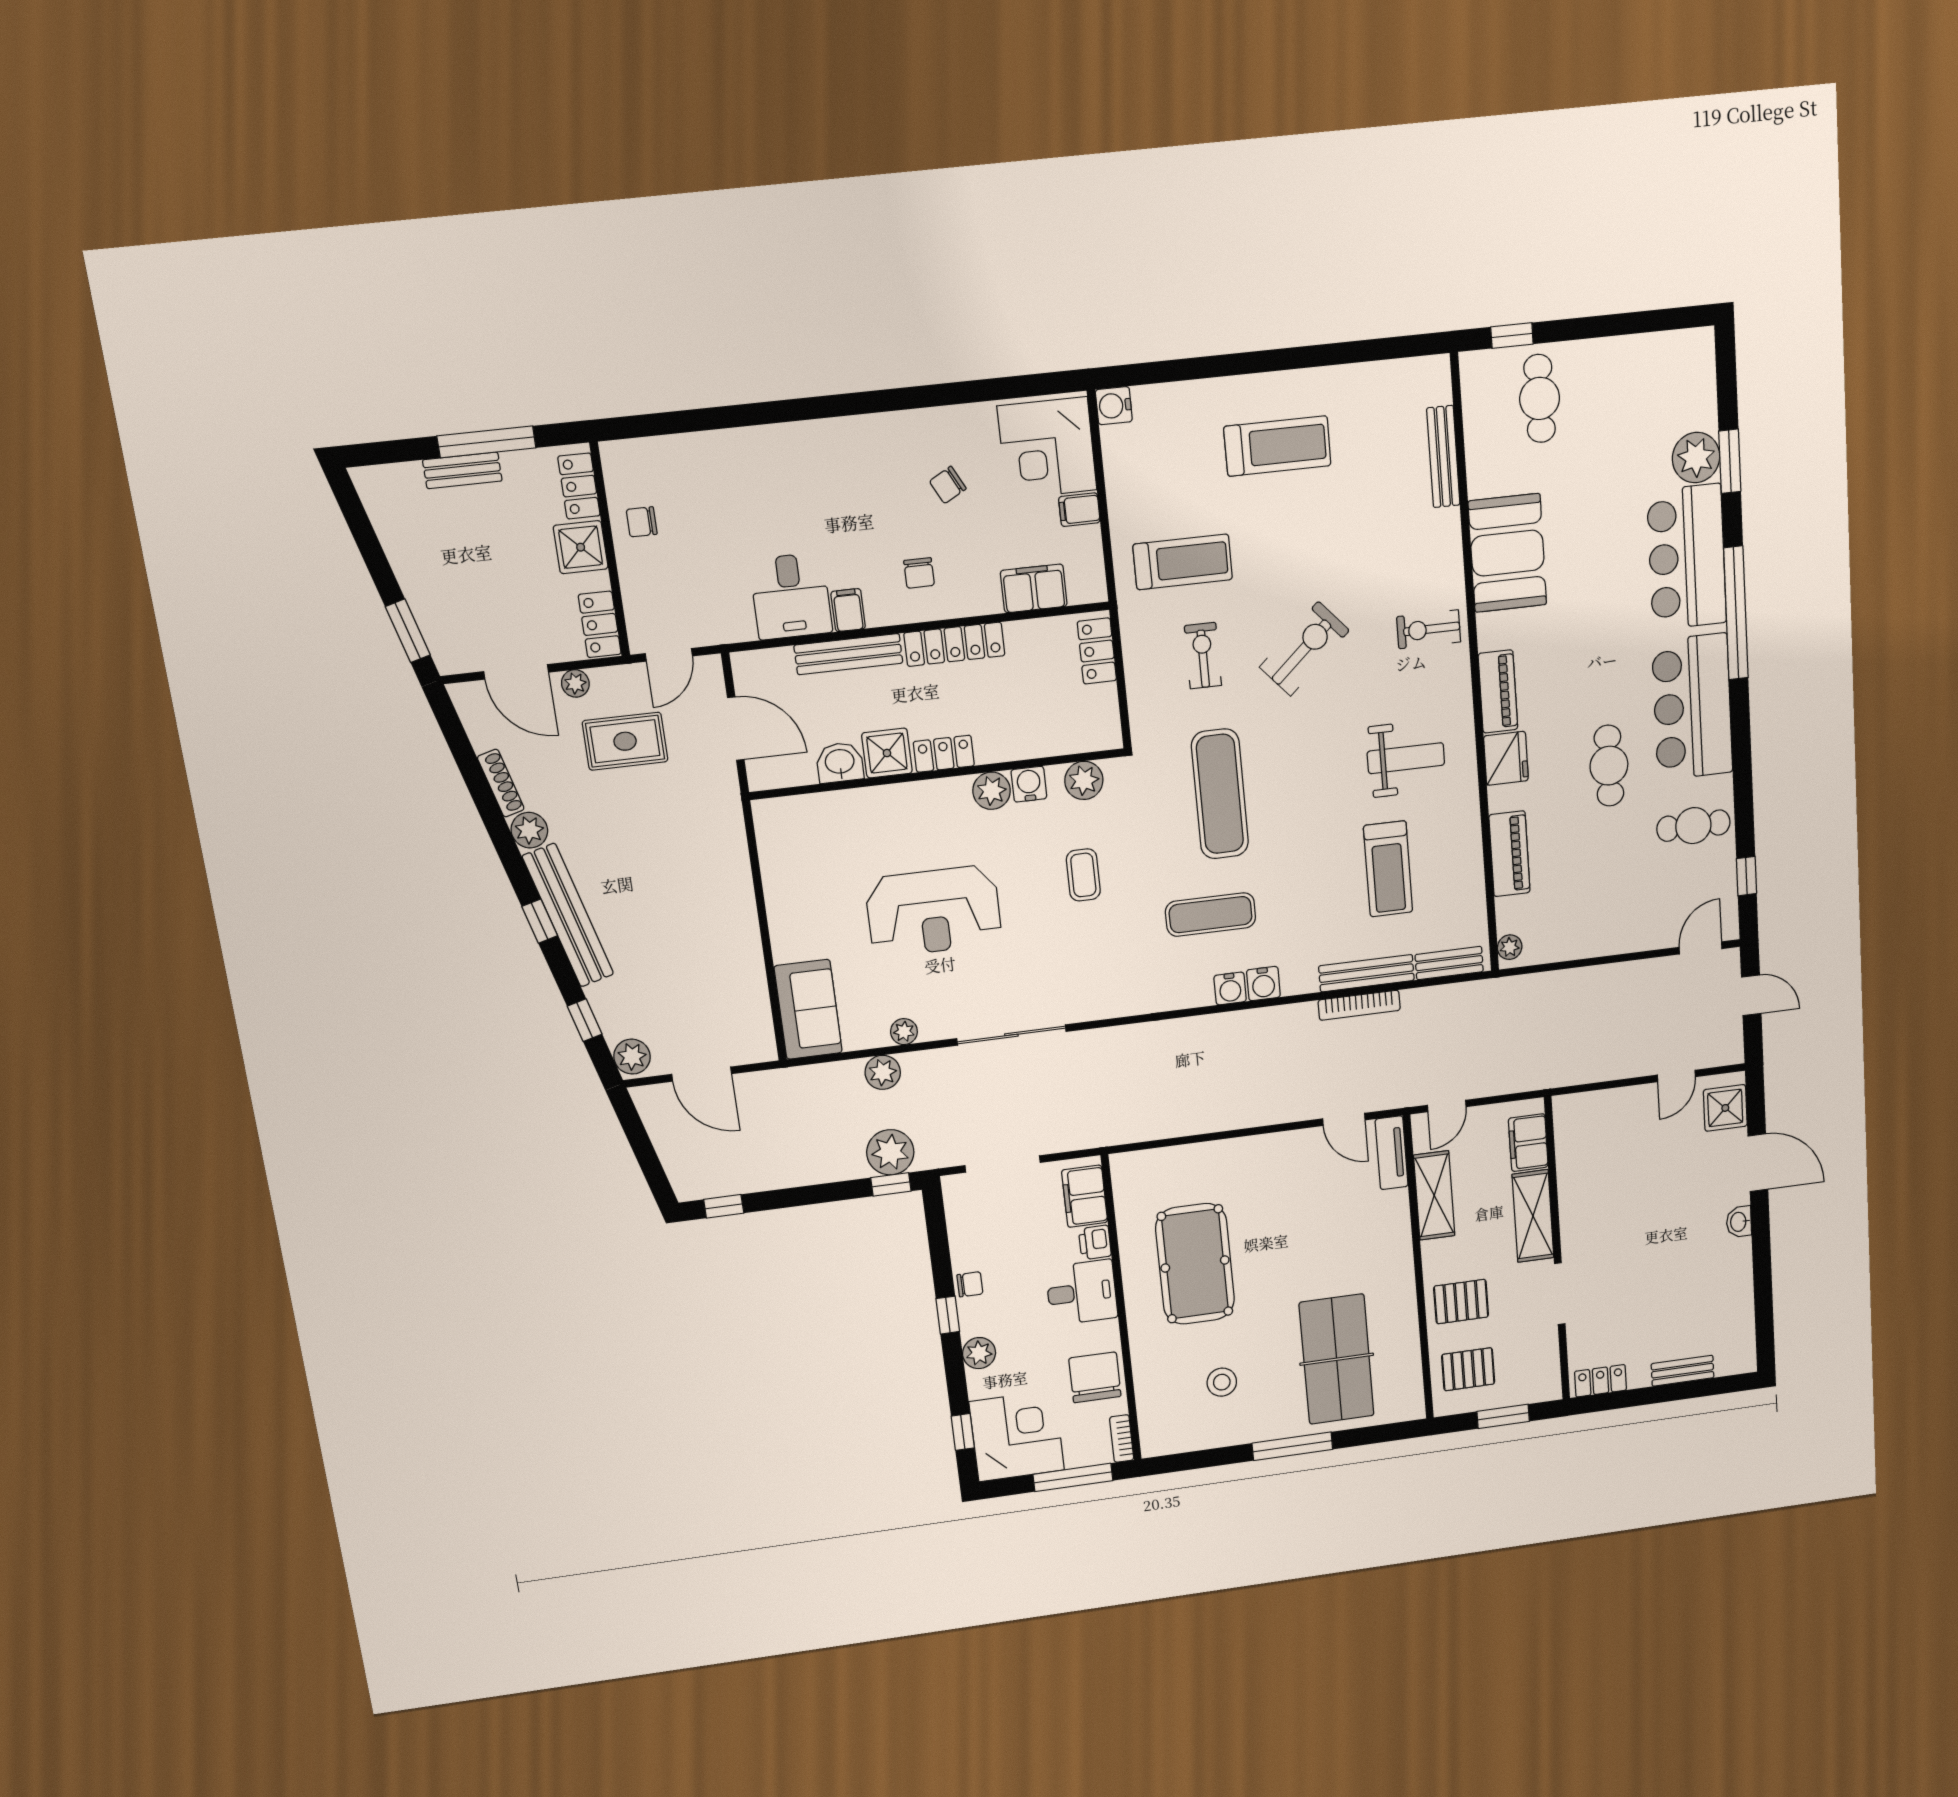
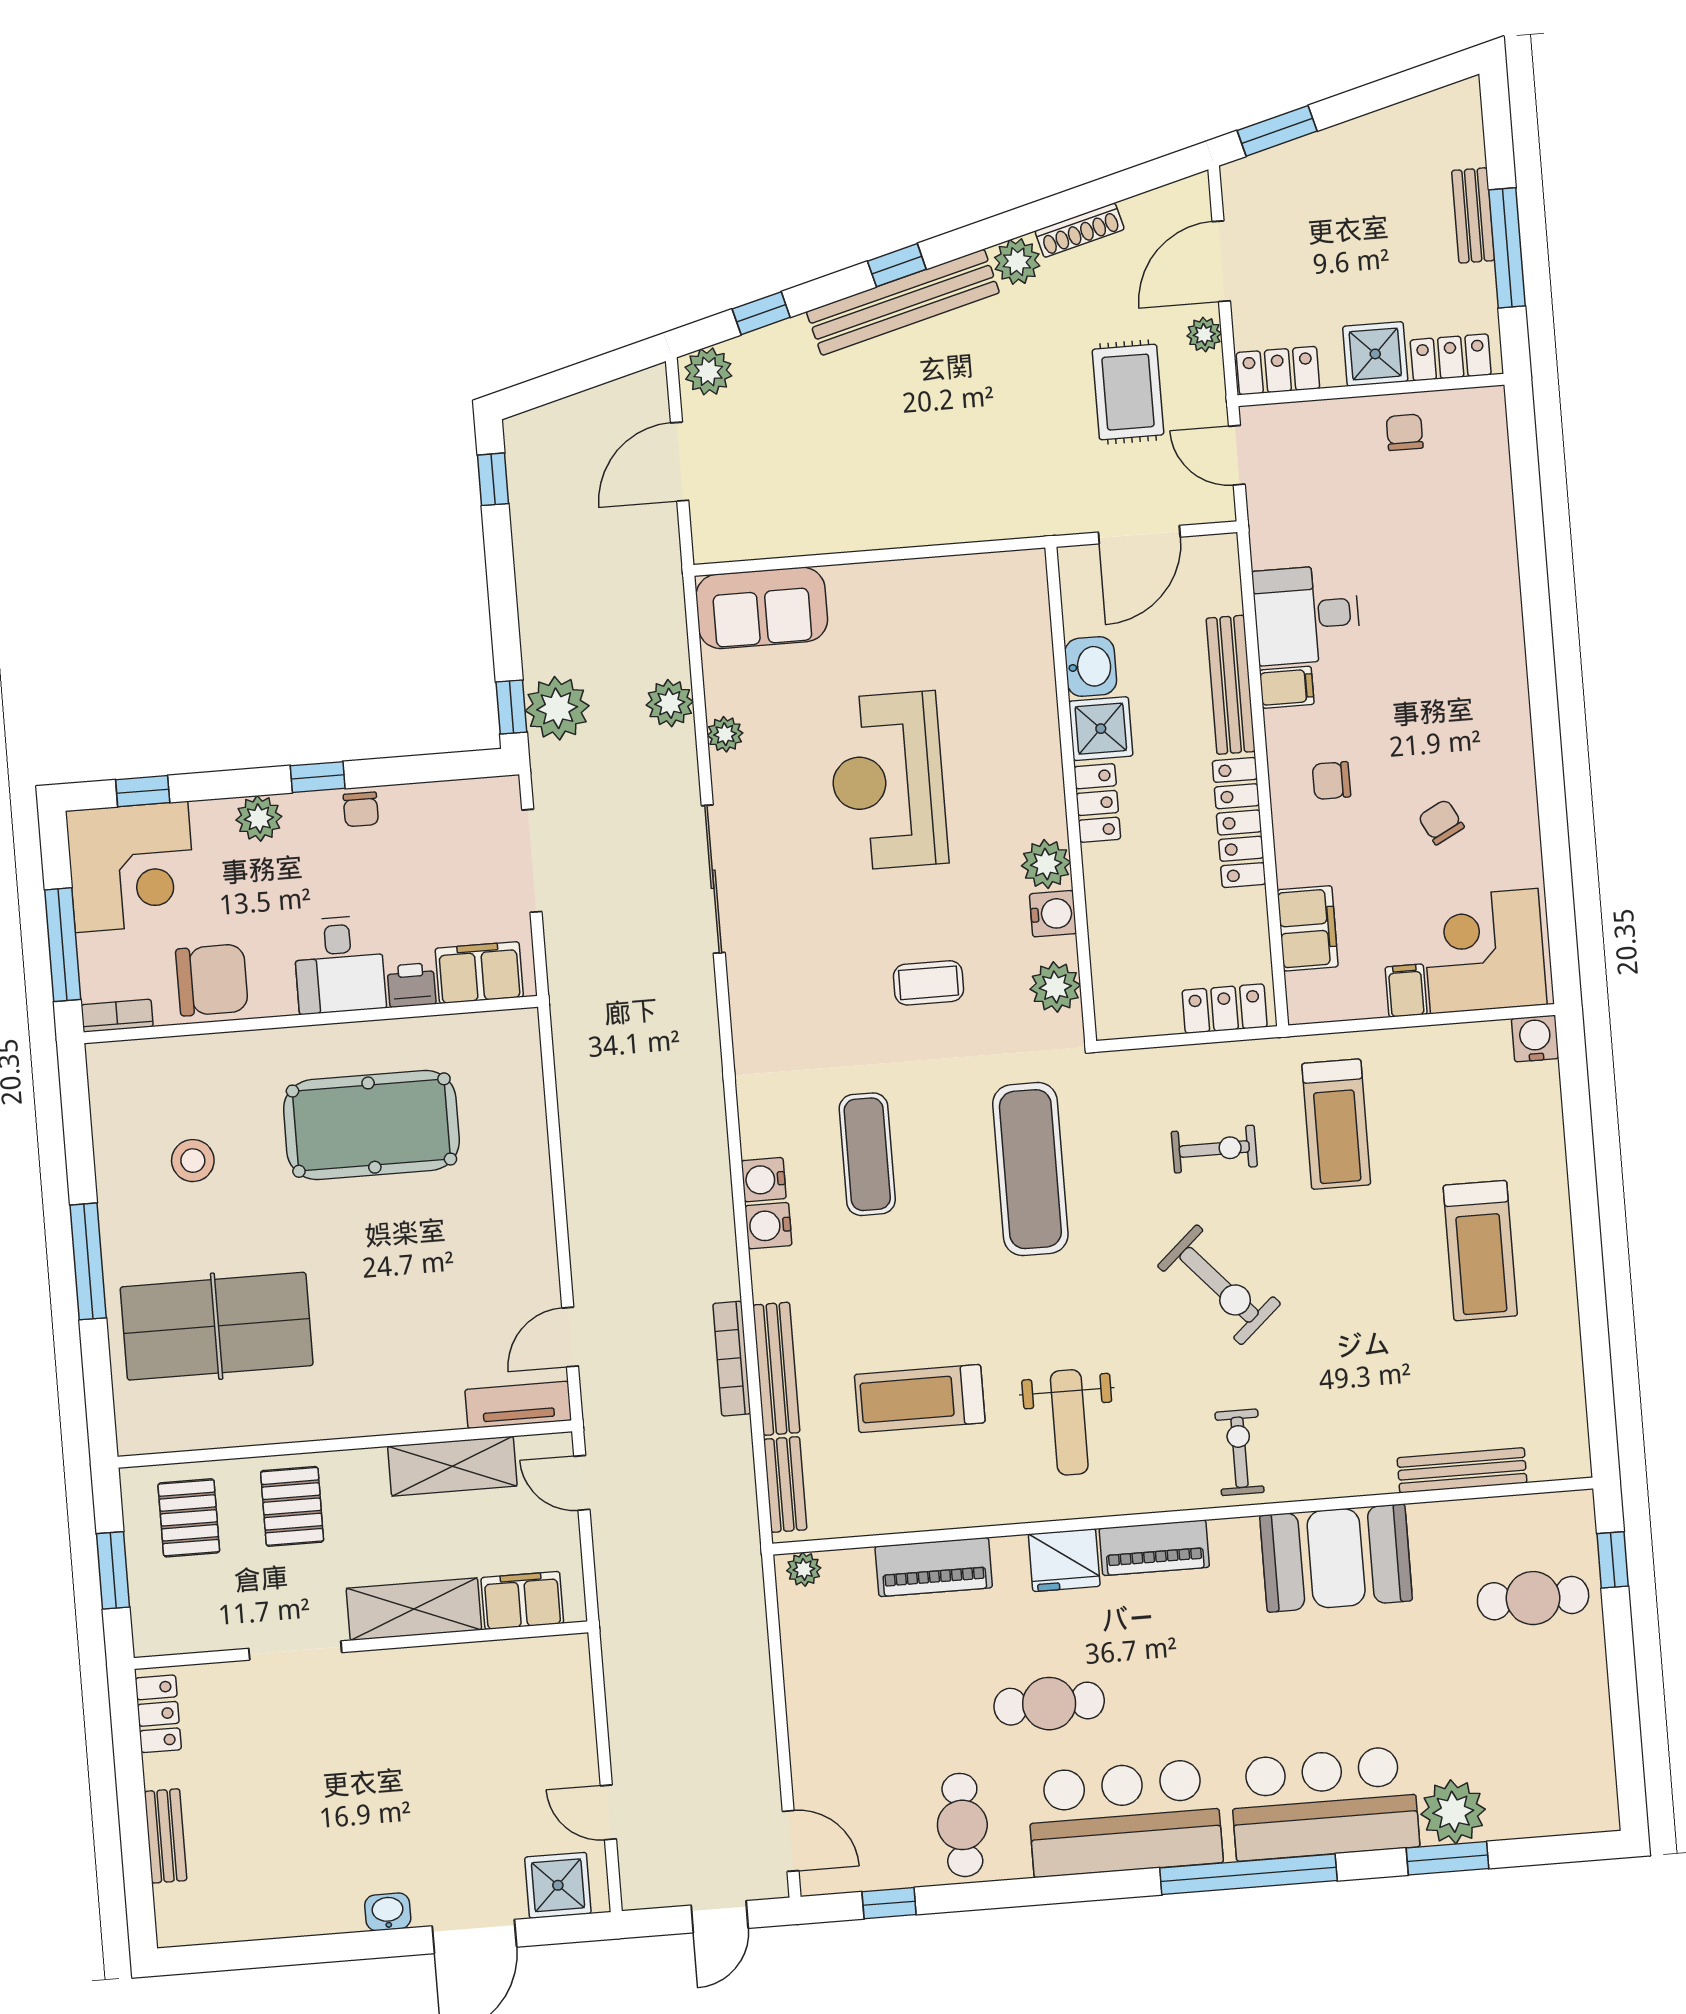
exercise mat: (1220, 794) -> (1030, 1169), turned 90

